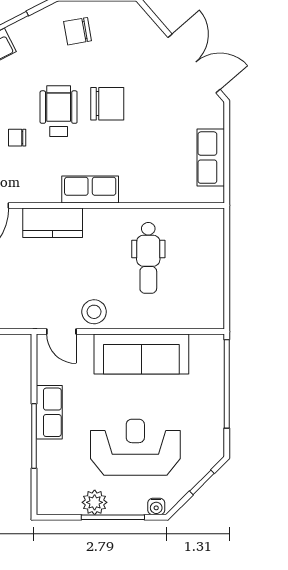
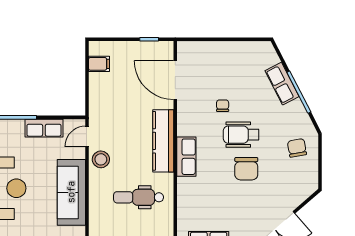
wheelchair: (59, 111) -> (241, 135), turned 180
kitchen counter: (53, 223) -> (163, 141), width x1.50
row of seats: (49, 412) -> (44, 128), moved

